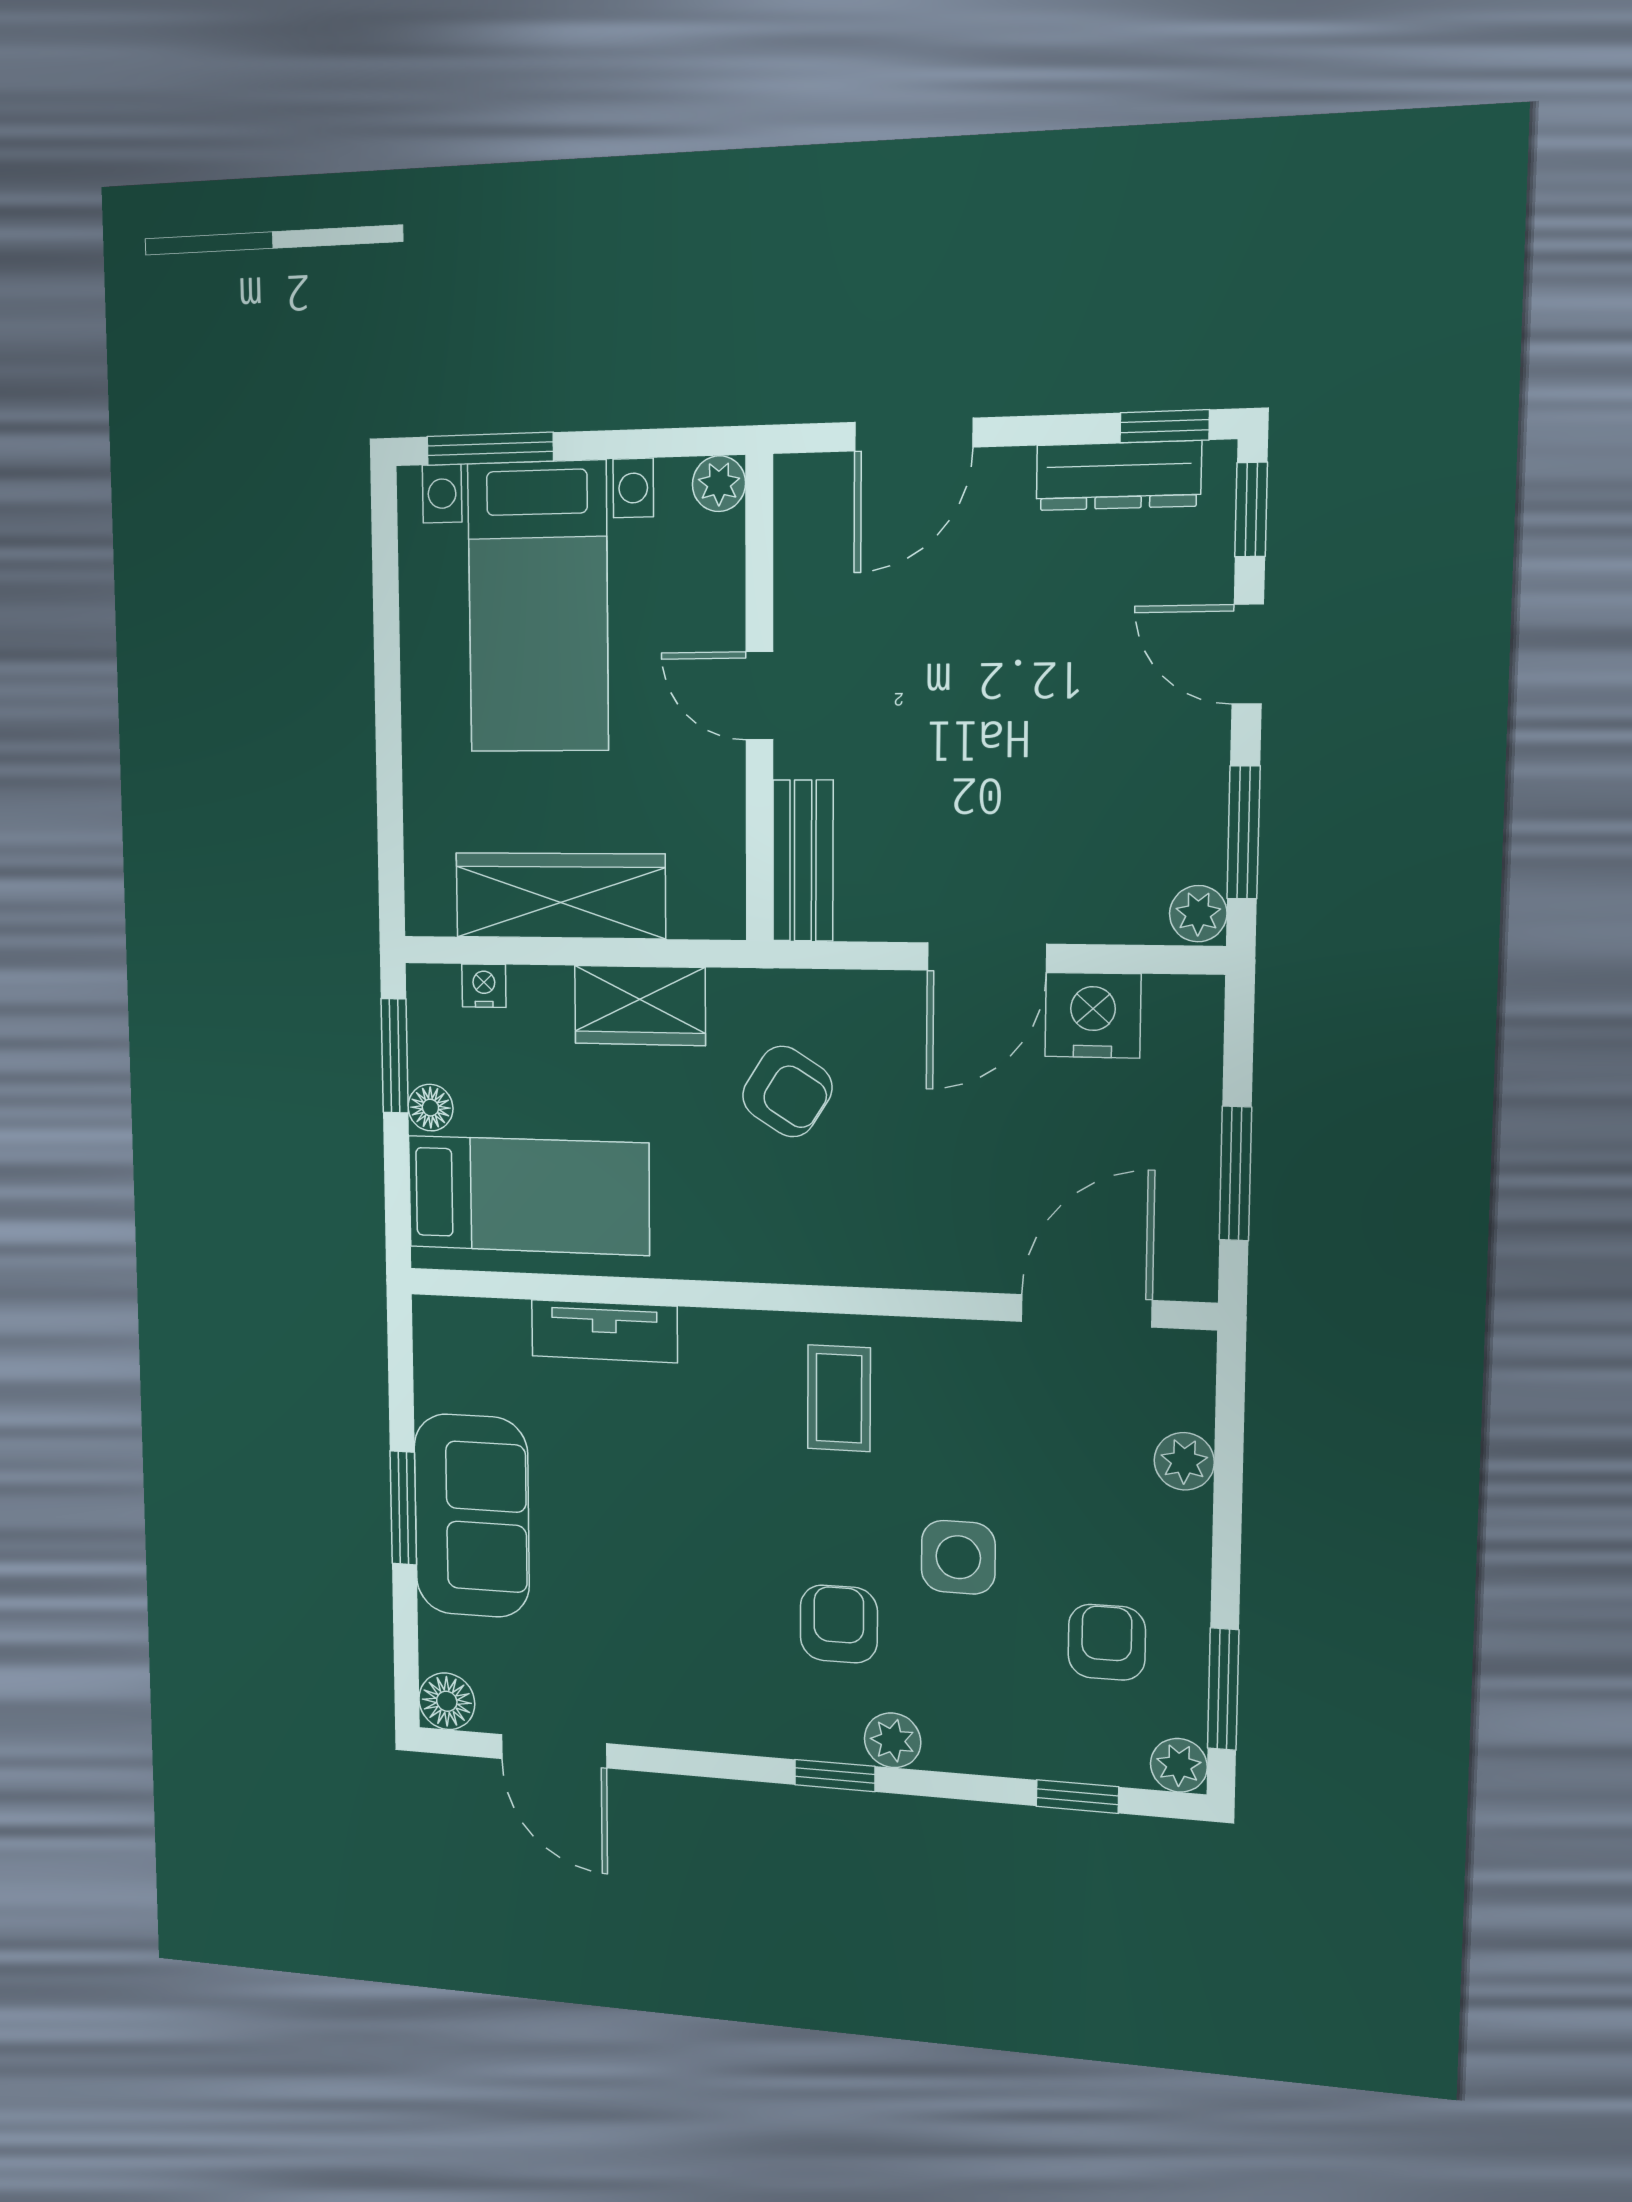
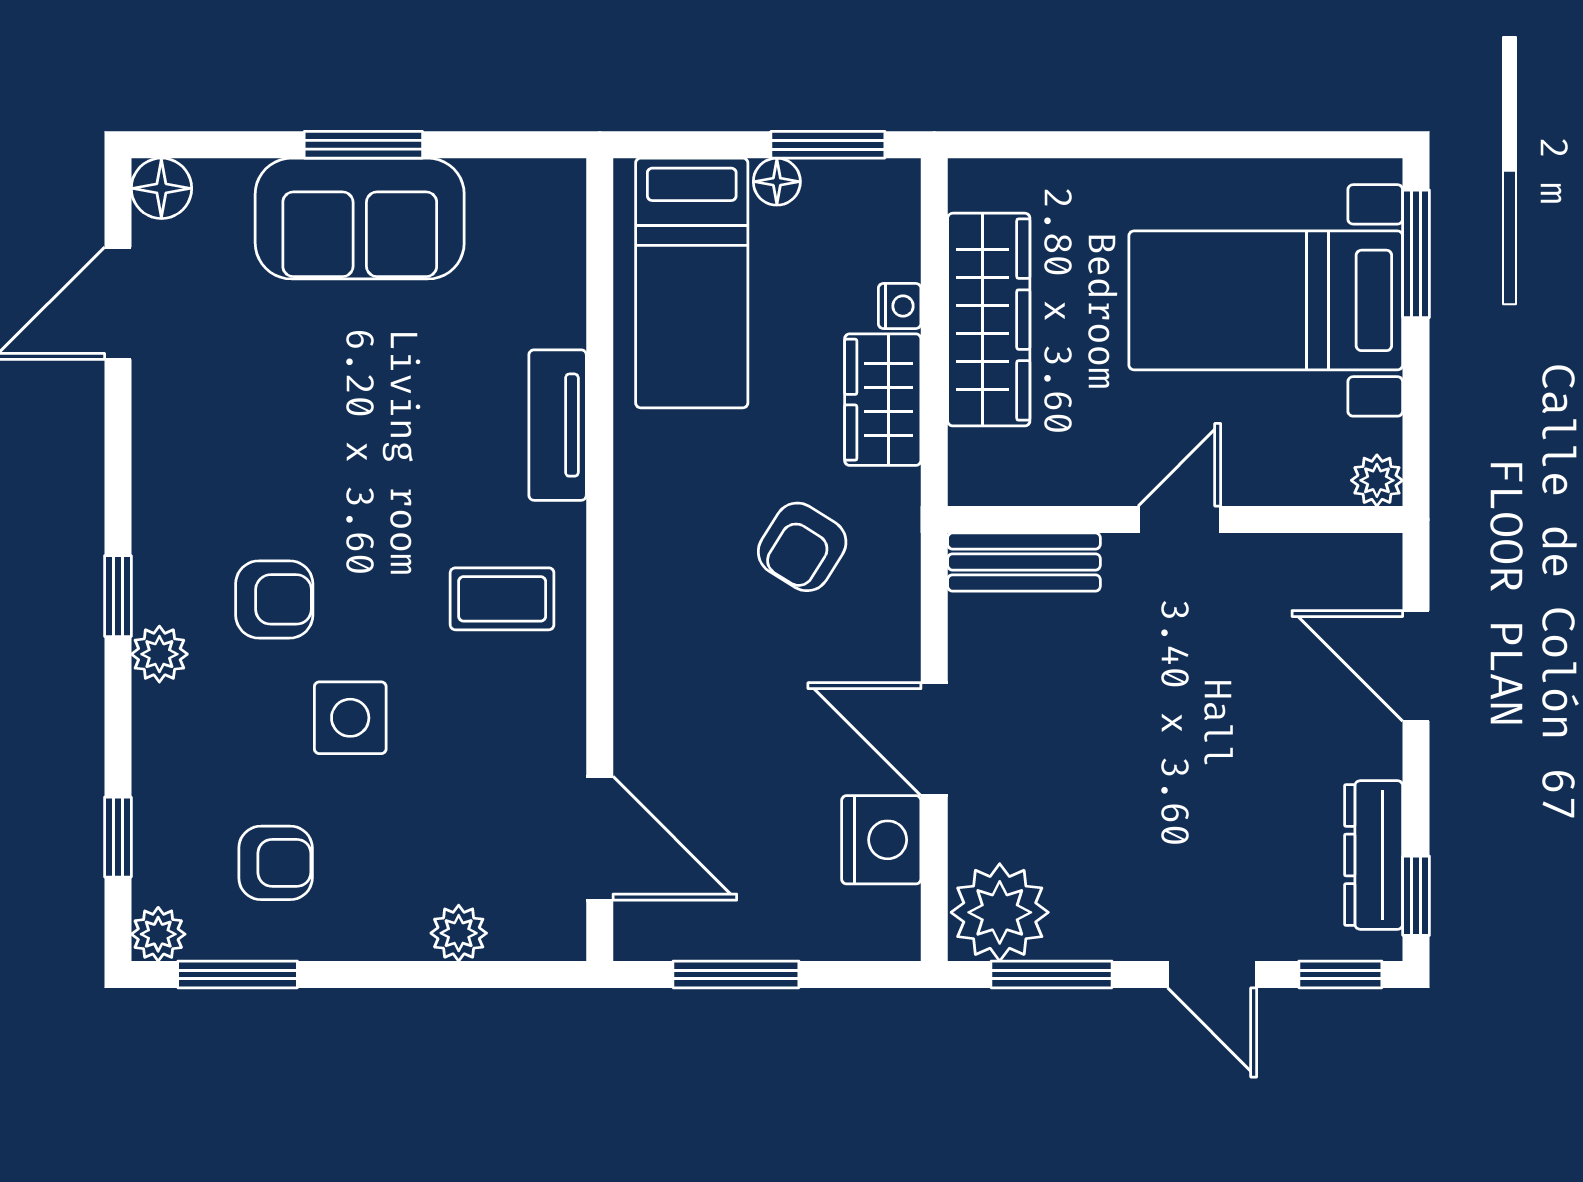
door: (1248, 654) -> (1212, 974), swing flipped
plant: (1198, 914) -> (1000, 912), width x1.87, depth x1.87
nightstand: (484, 986) -> (900, 306), moved
tv unit: (604, 1331) -> (558, 425), moved

